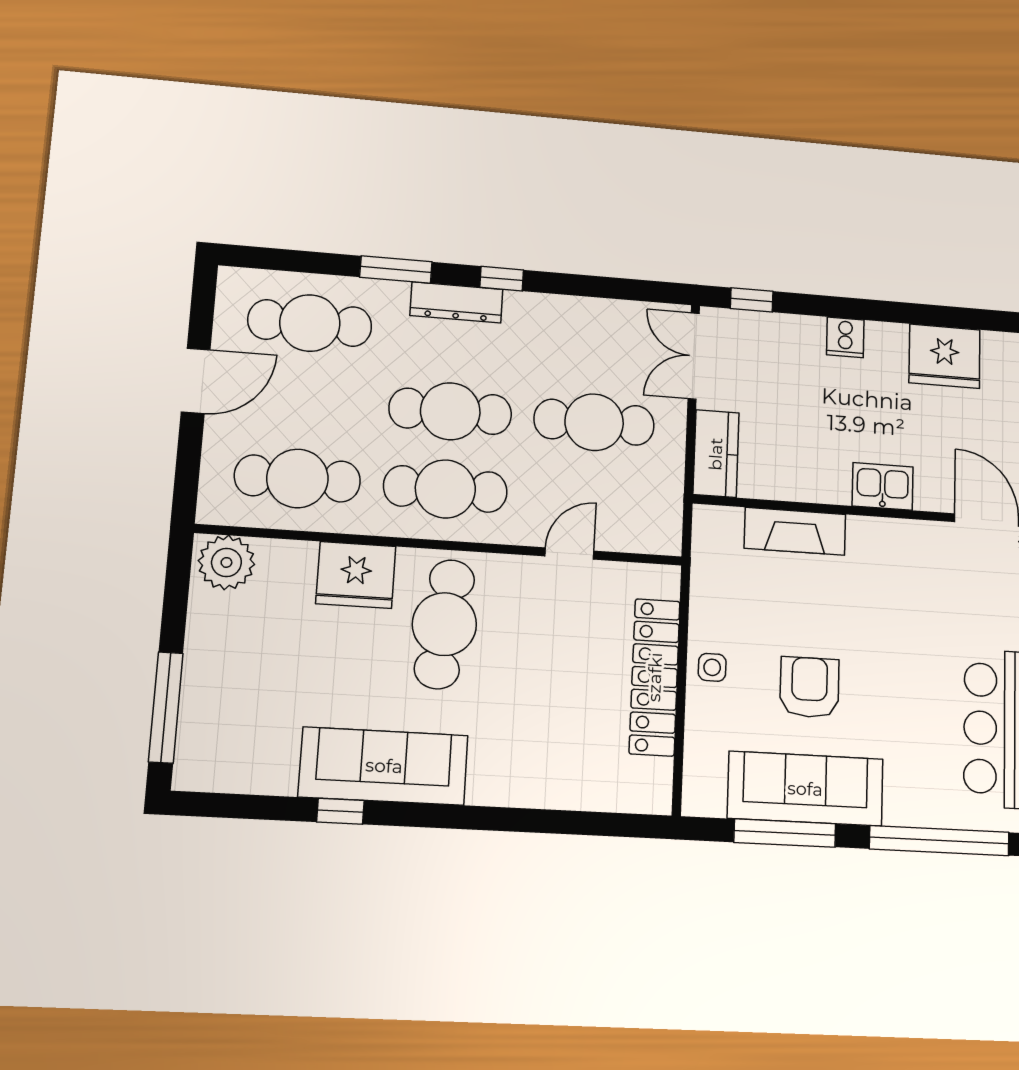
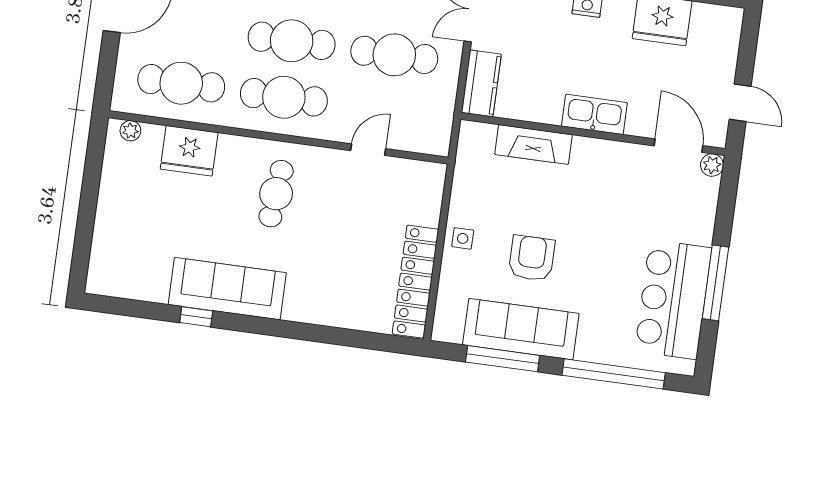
kitchen sink: (883, 486) -> (594, 114), width x1.38
plant: (226, 562) -> (130, 131), width x0.53, depth x0.53
fridge: (356, 575) -> (189, 151), moved
cafe table: (444, 624) -> (276, 194), width x0.73, depth x0.74
locker: (655, 677) -> (415, 282), moved
window: (166, 707) -> (84, 237), removed

